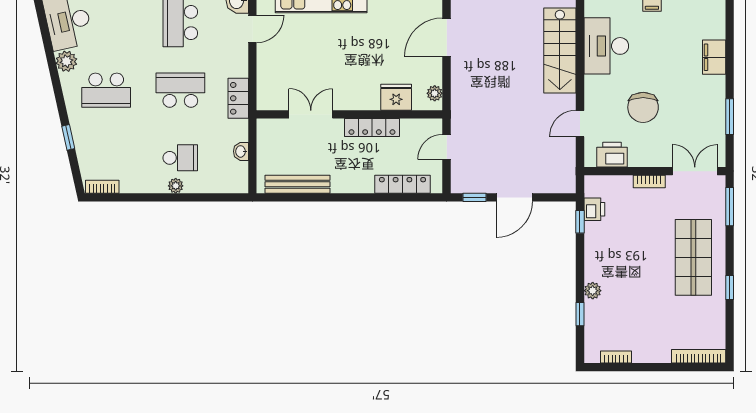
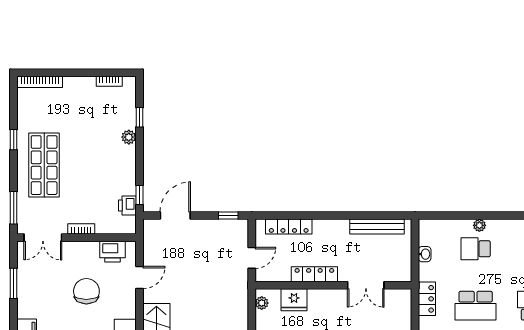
door: (514, 197) -> (175, 216), moved

